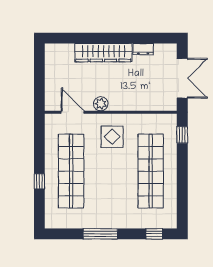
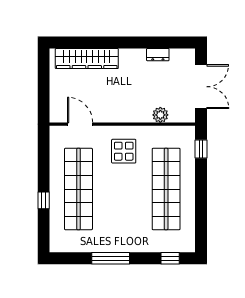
wardrobe: (103, 53) -> (87, 59), moved
plant: (101, 104) -> (160, 115), moved

